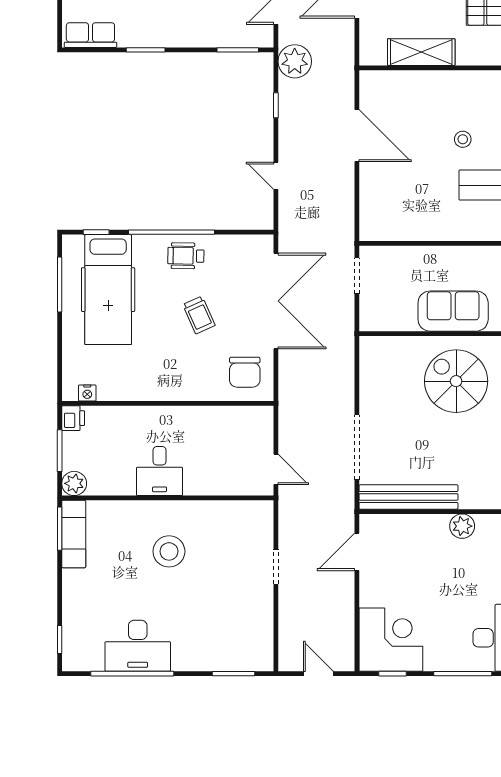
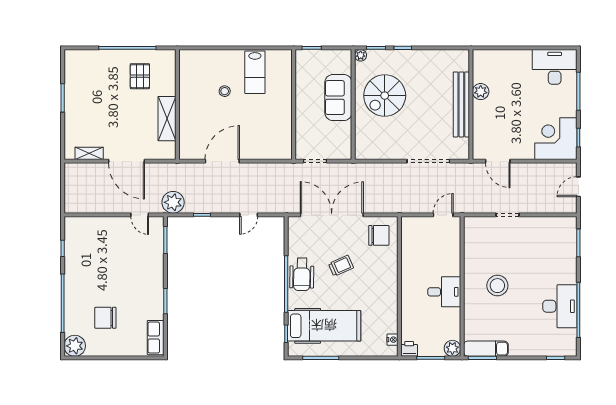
wheelchair: (186, 256) -> (302, 274), width x1.36, depth x1.37
bench: (408, 497) -> (461, 104), moved

